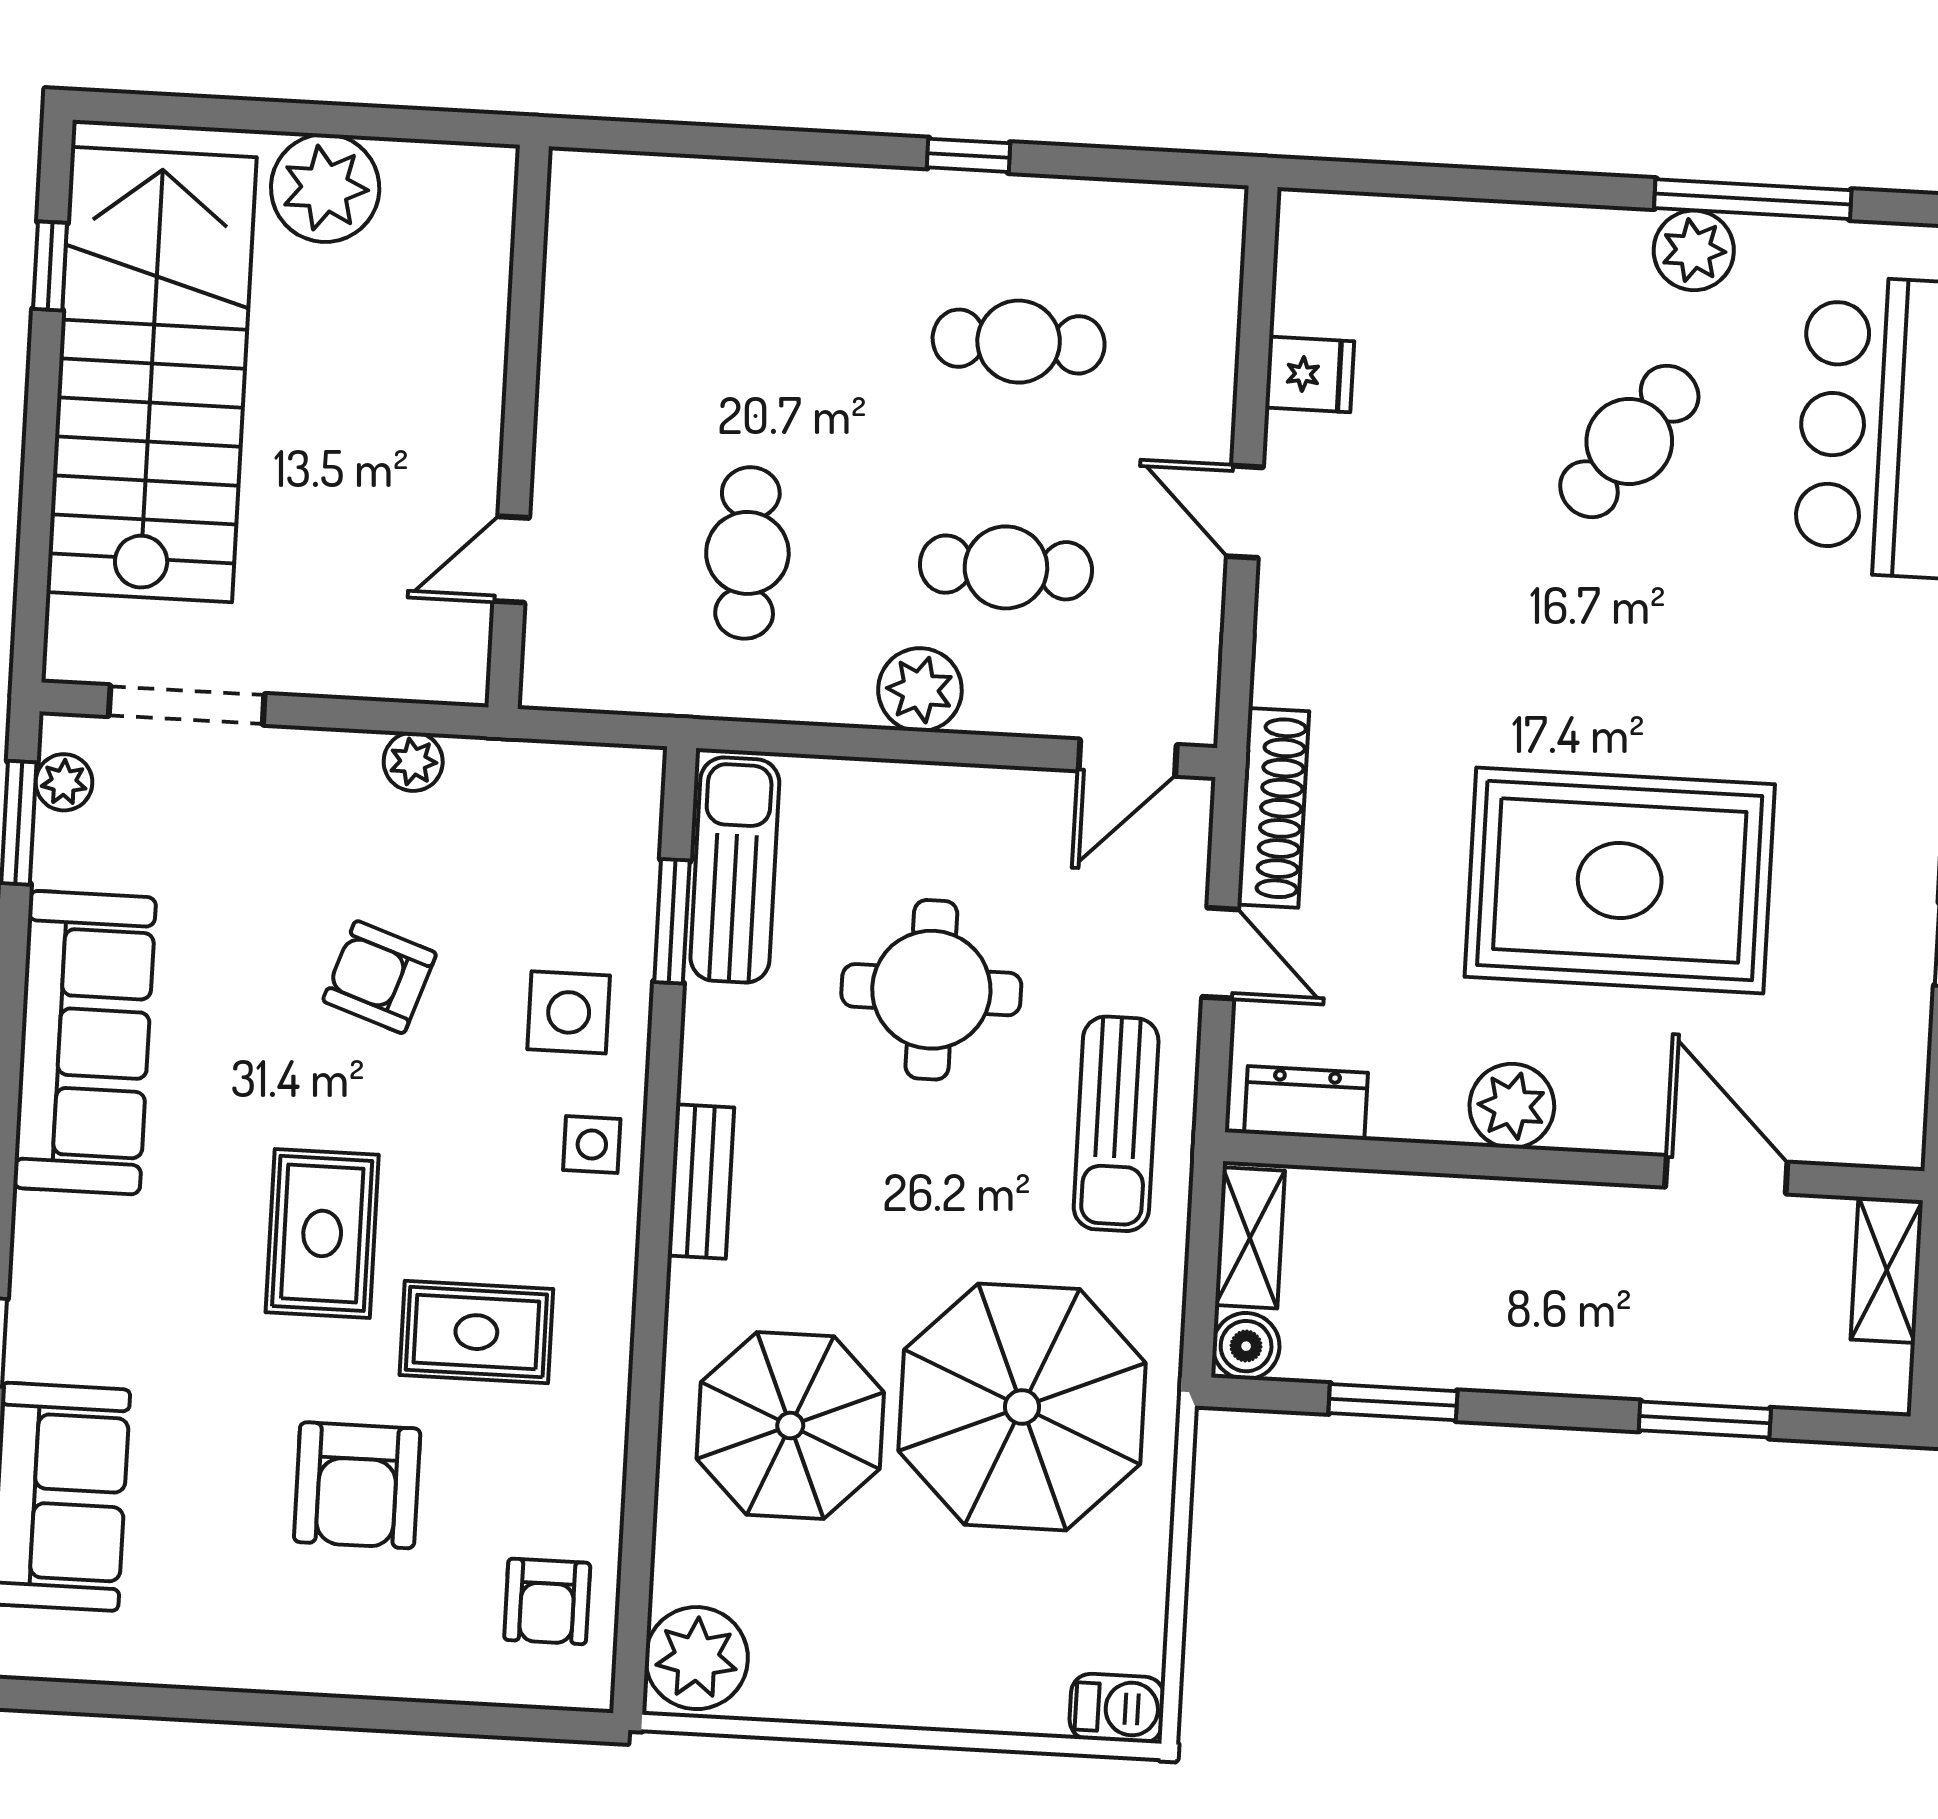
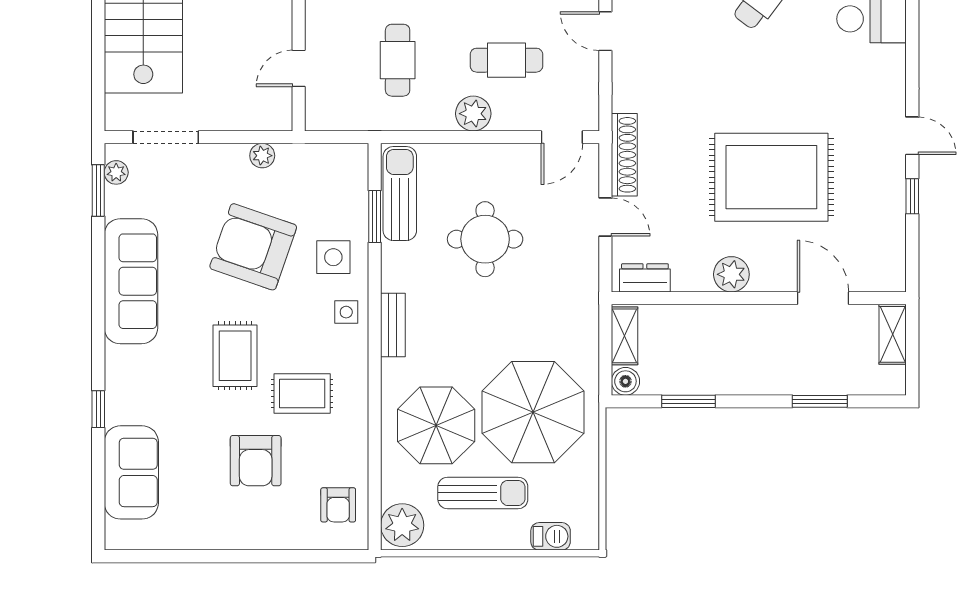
armchair: (380, 977) -> (253, 247), width x1.88, depth x1.88
sun lounger: (1116, 1124) -> (483, 493), moved, turned -90
barbecue: (1117, 1708) -> (551, 536), moved

